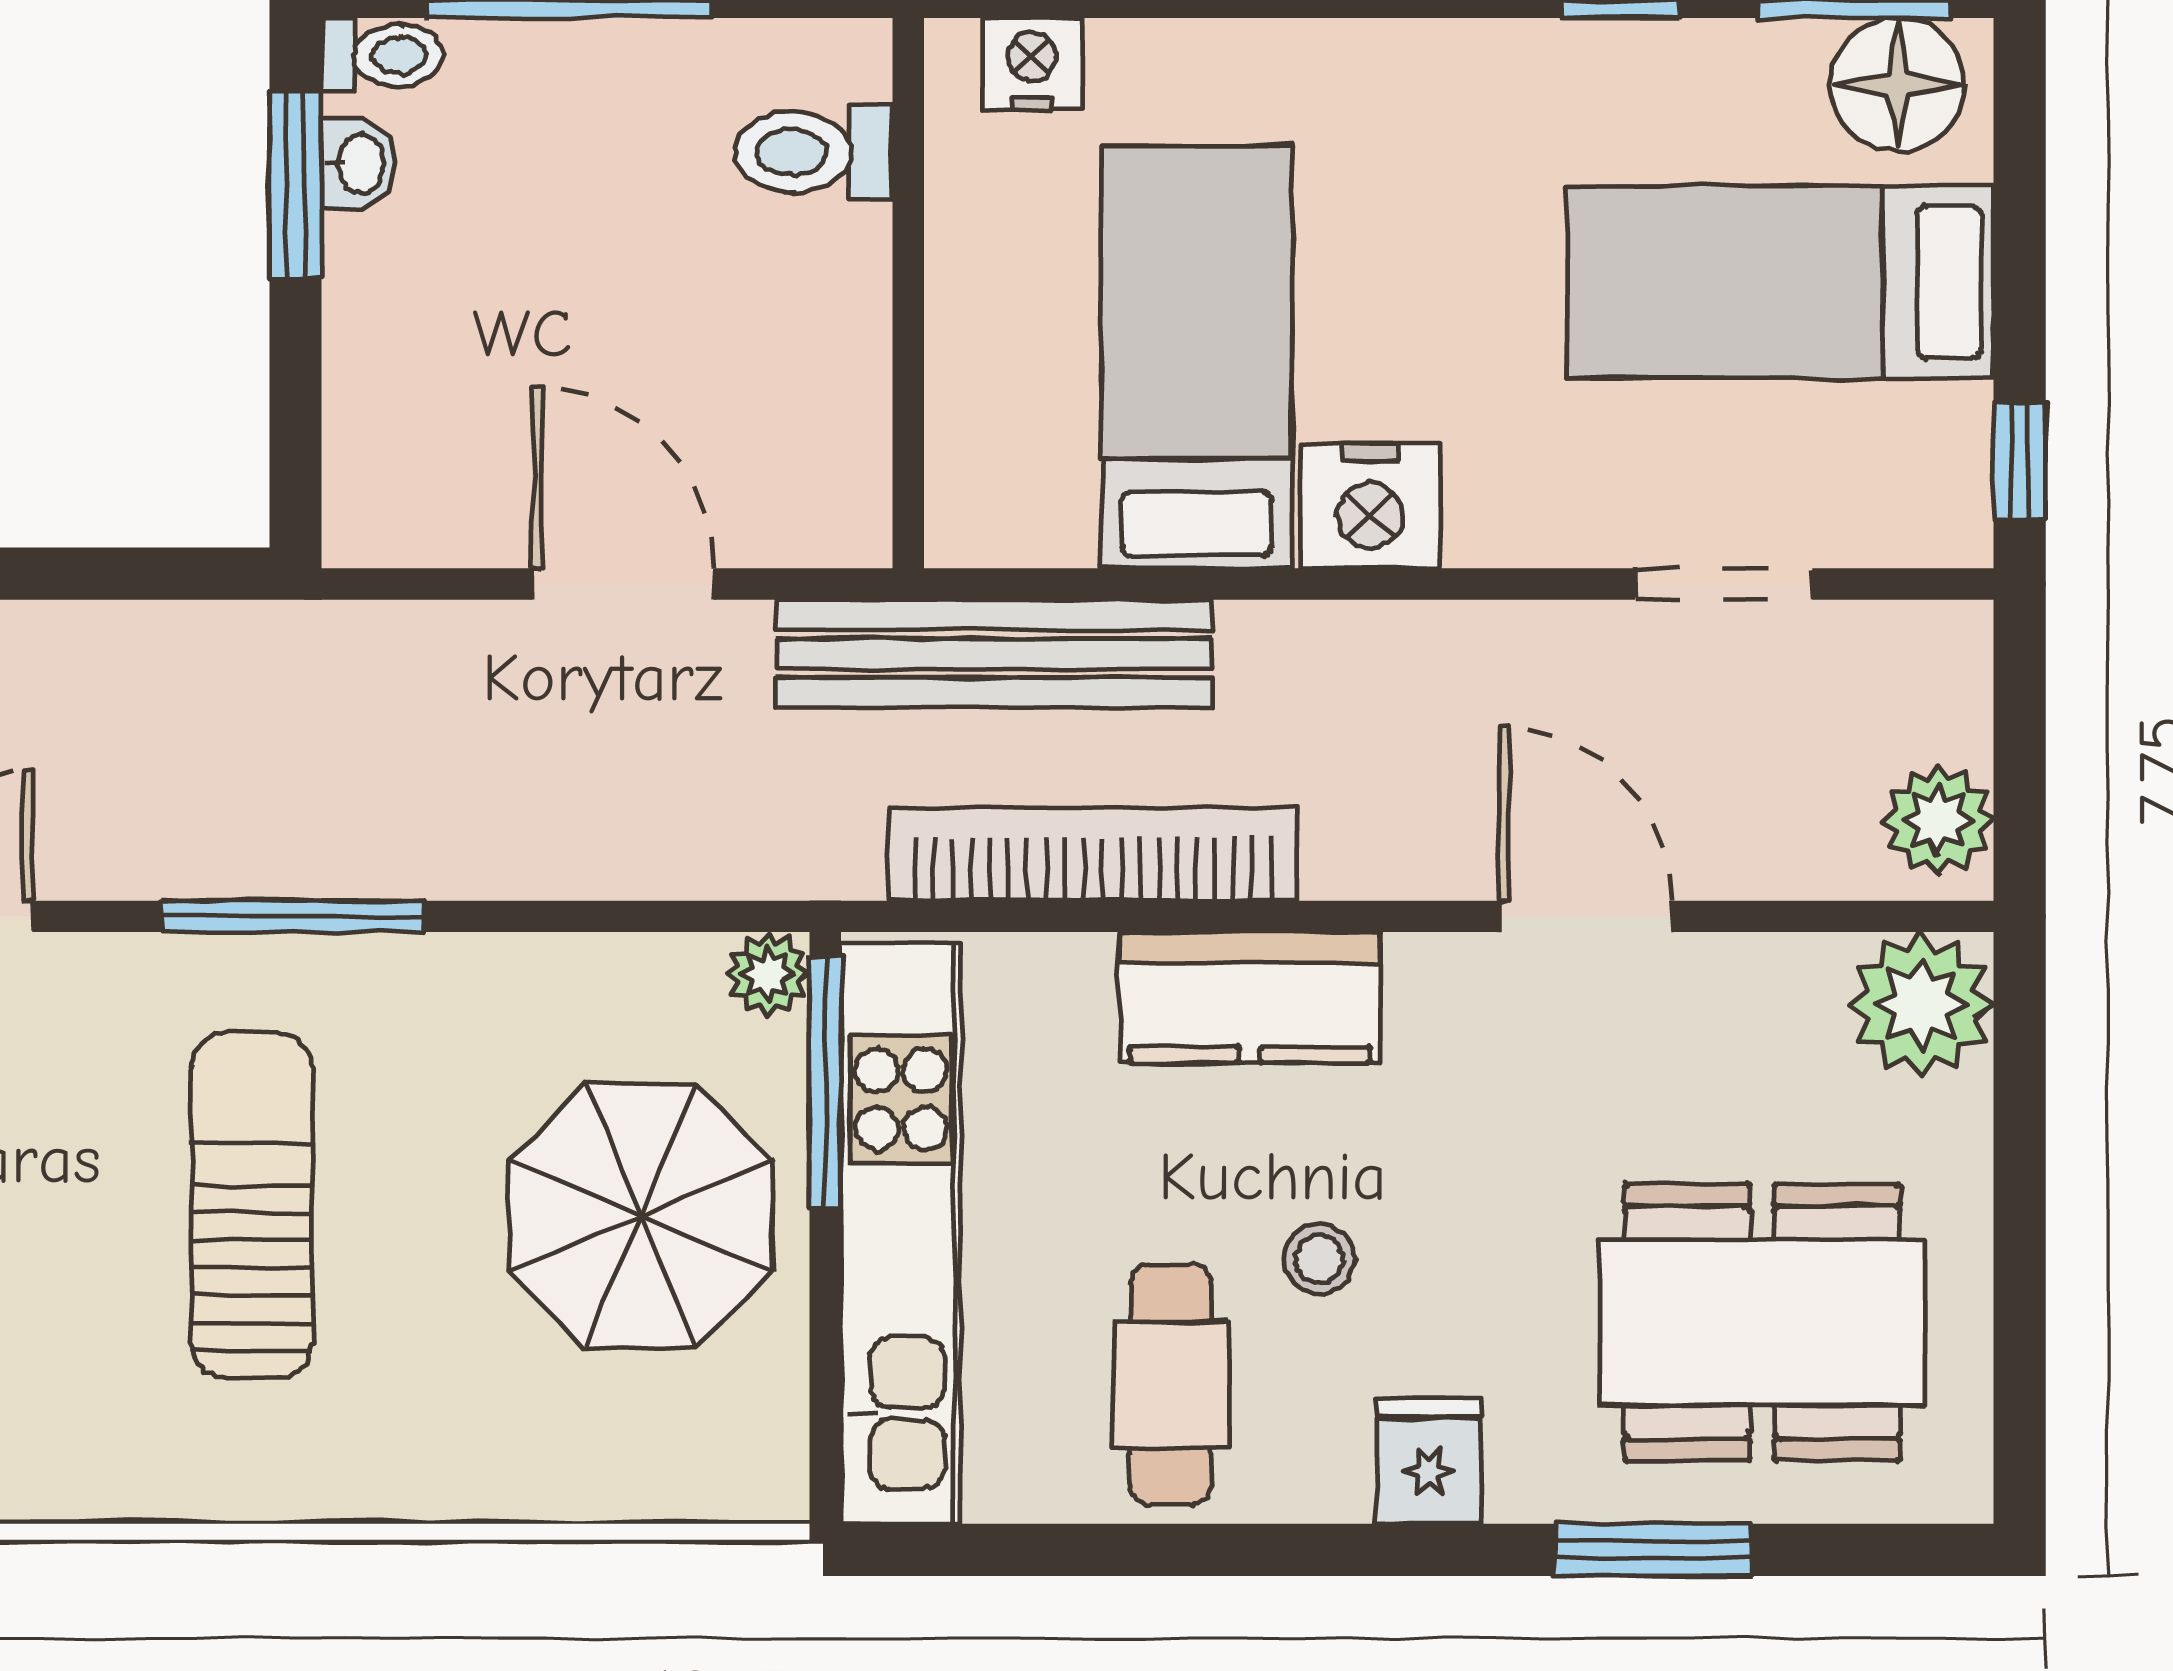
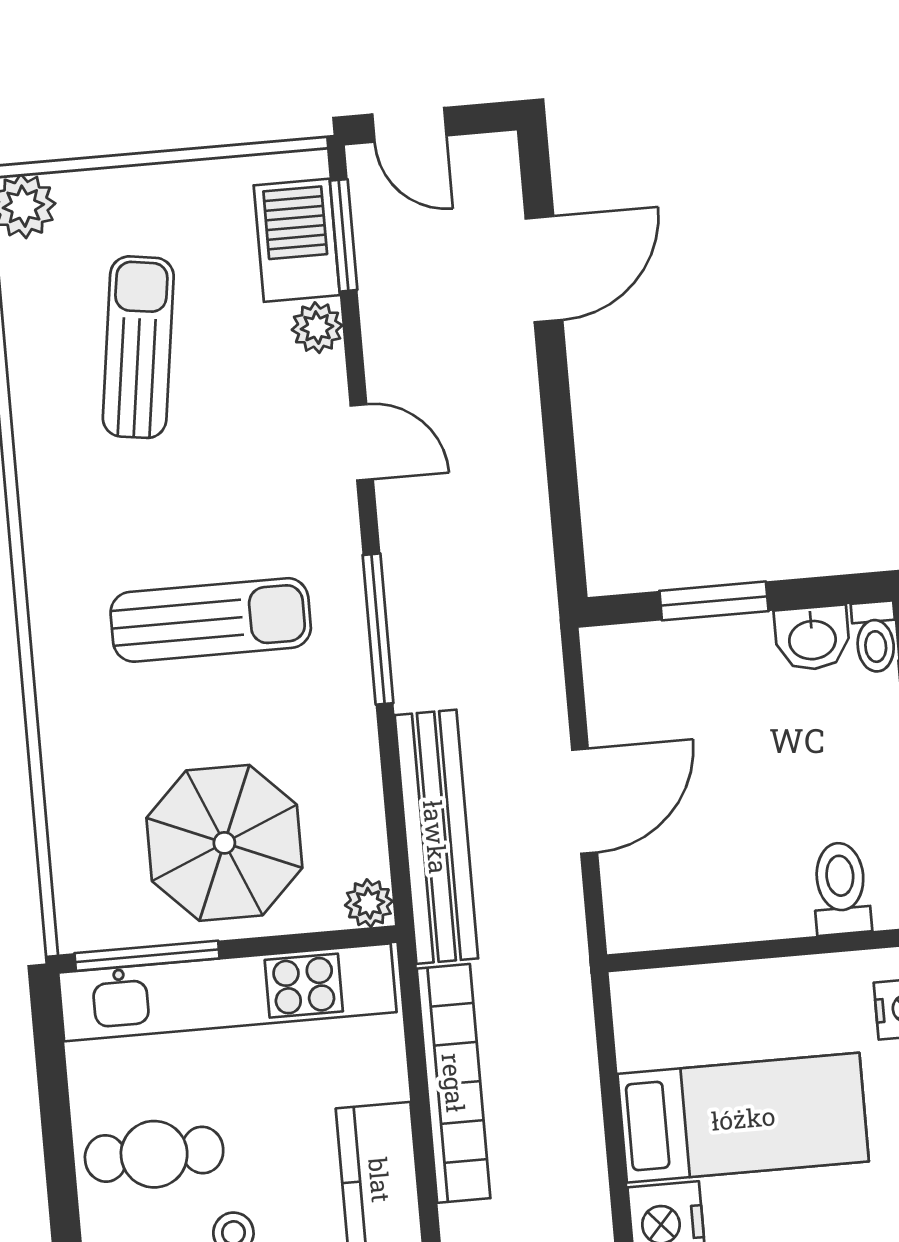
washbasin: (358, 164) -> (812, 638), width x1.38, depth x1.45
window: (295, 185) -> (714, 601), moved
bench: (994, 654) -> (436, 837), moved
window: (825, 1082) -> (147, 956), moved

